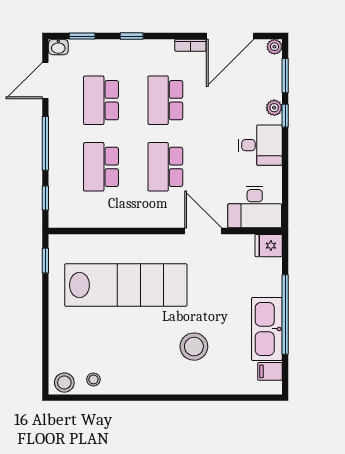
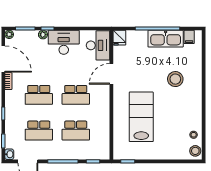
desk: (260, 145) -> (64, 42), width x1.37
lab bench: (126, 285) -> (141, 117), width x0.73

